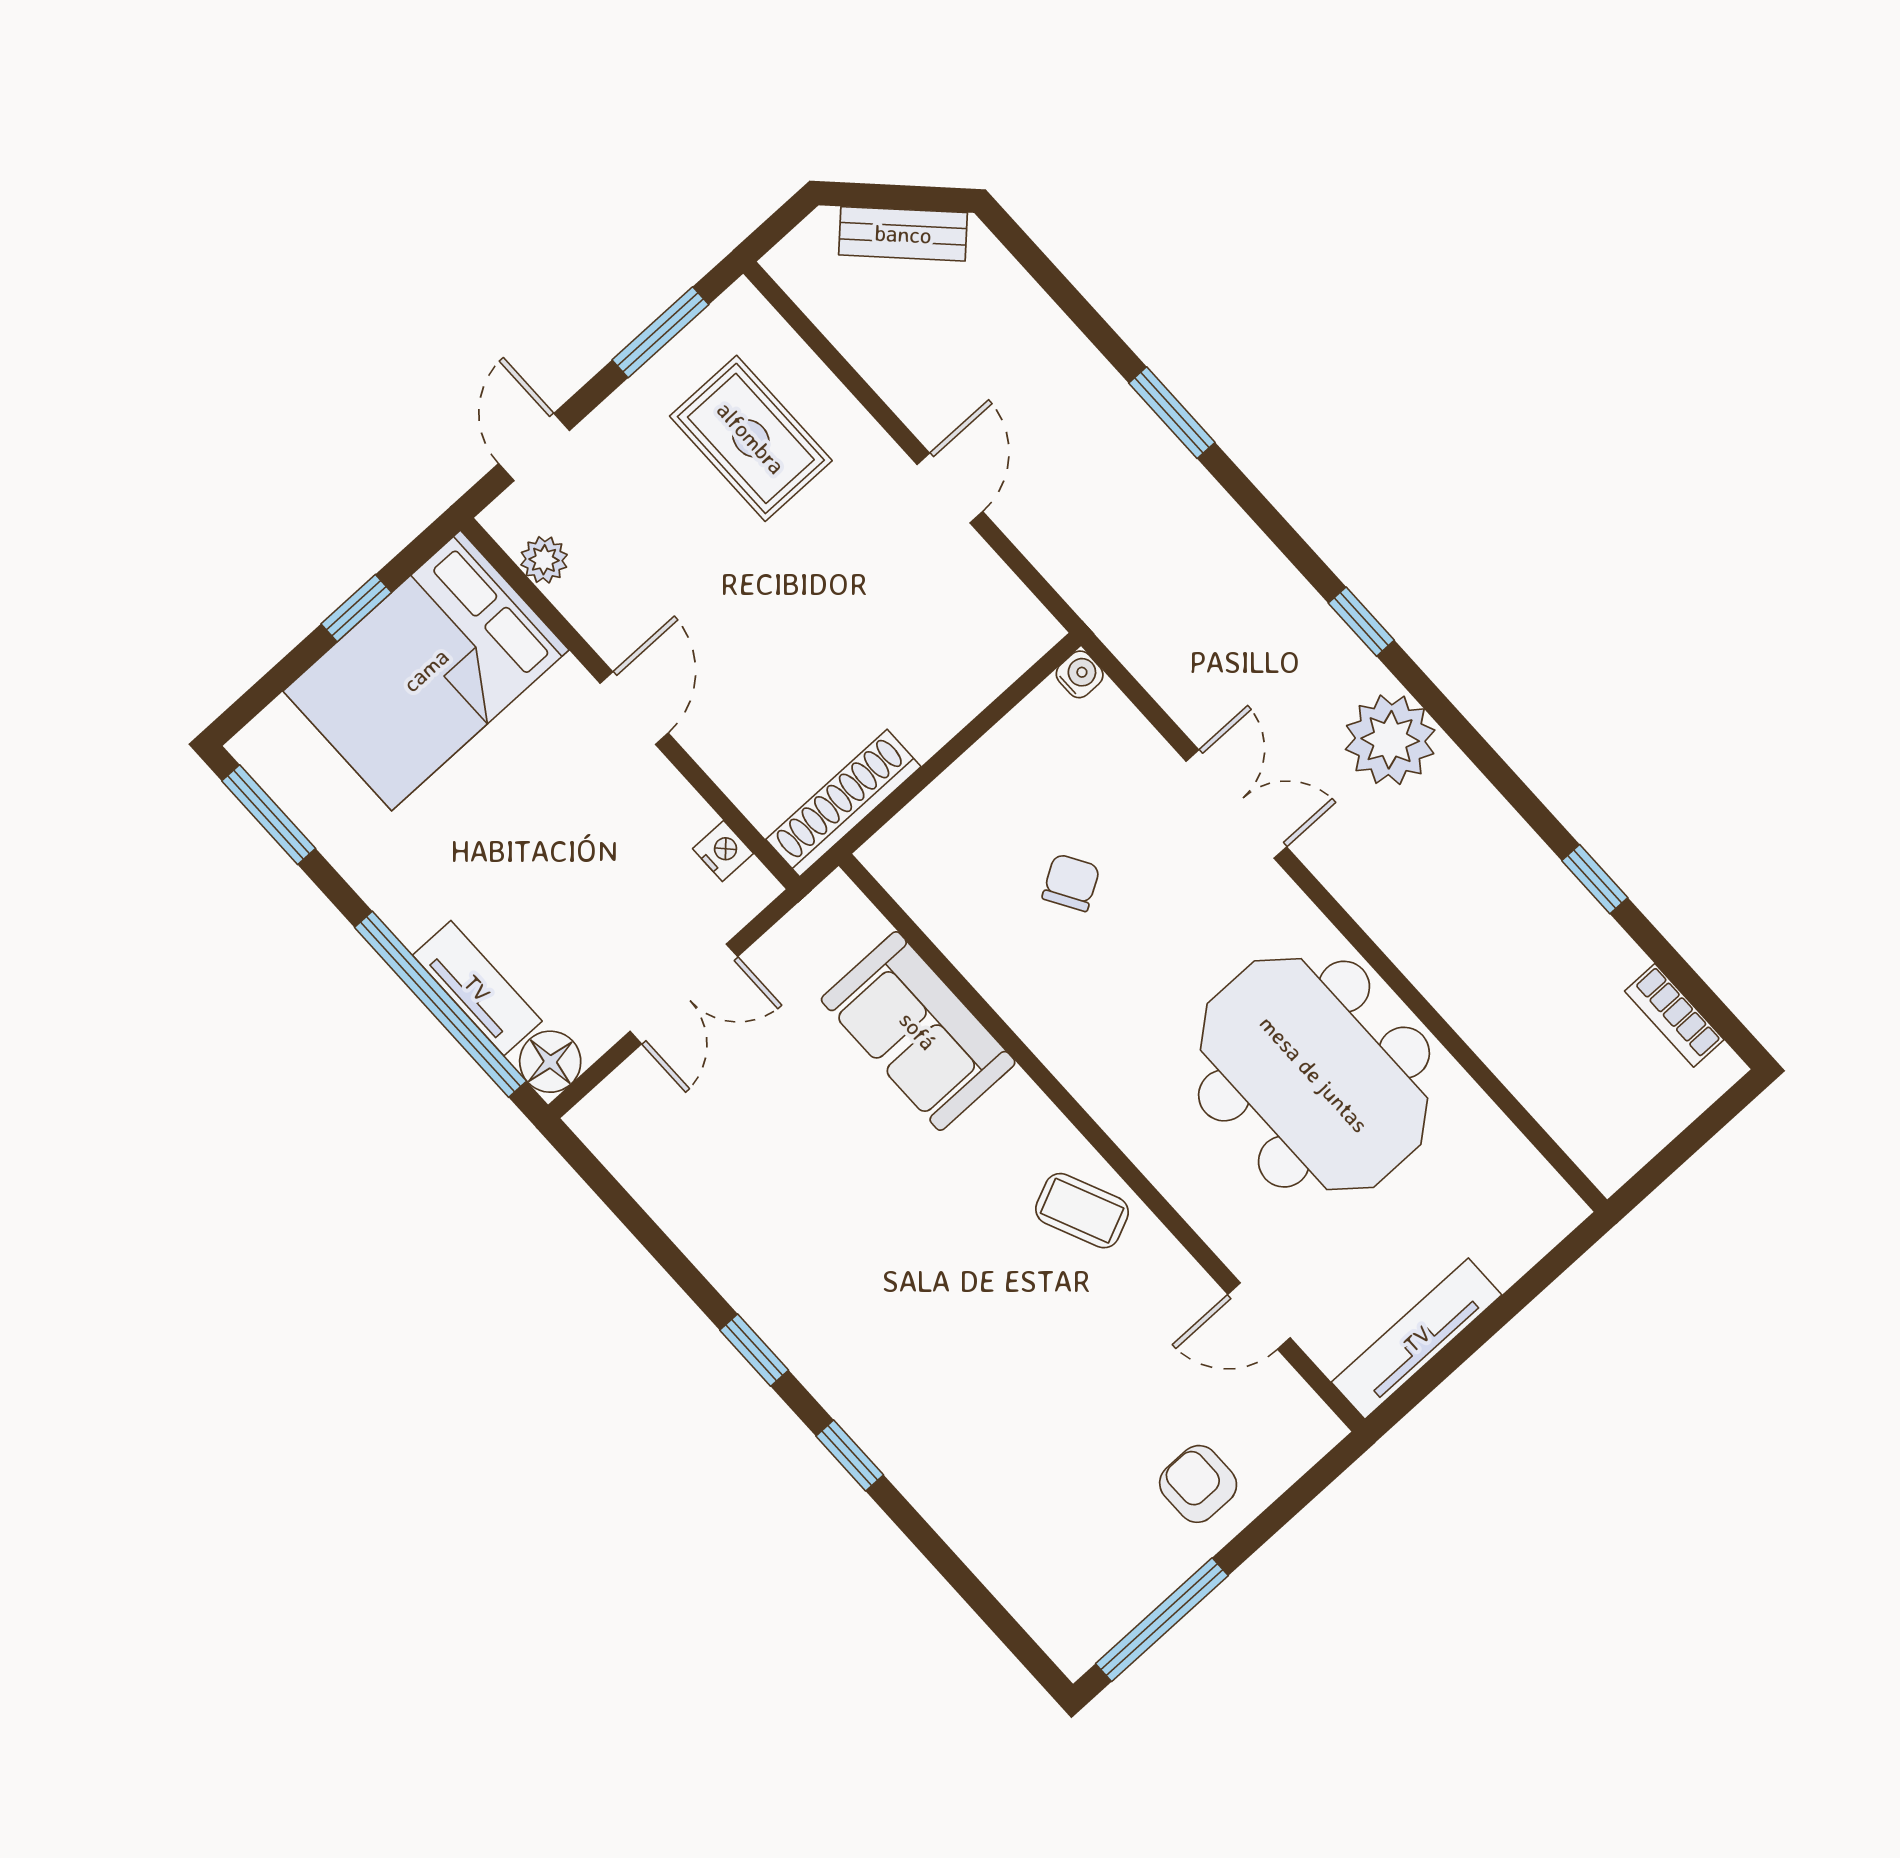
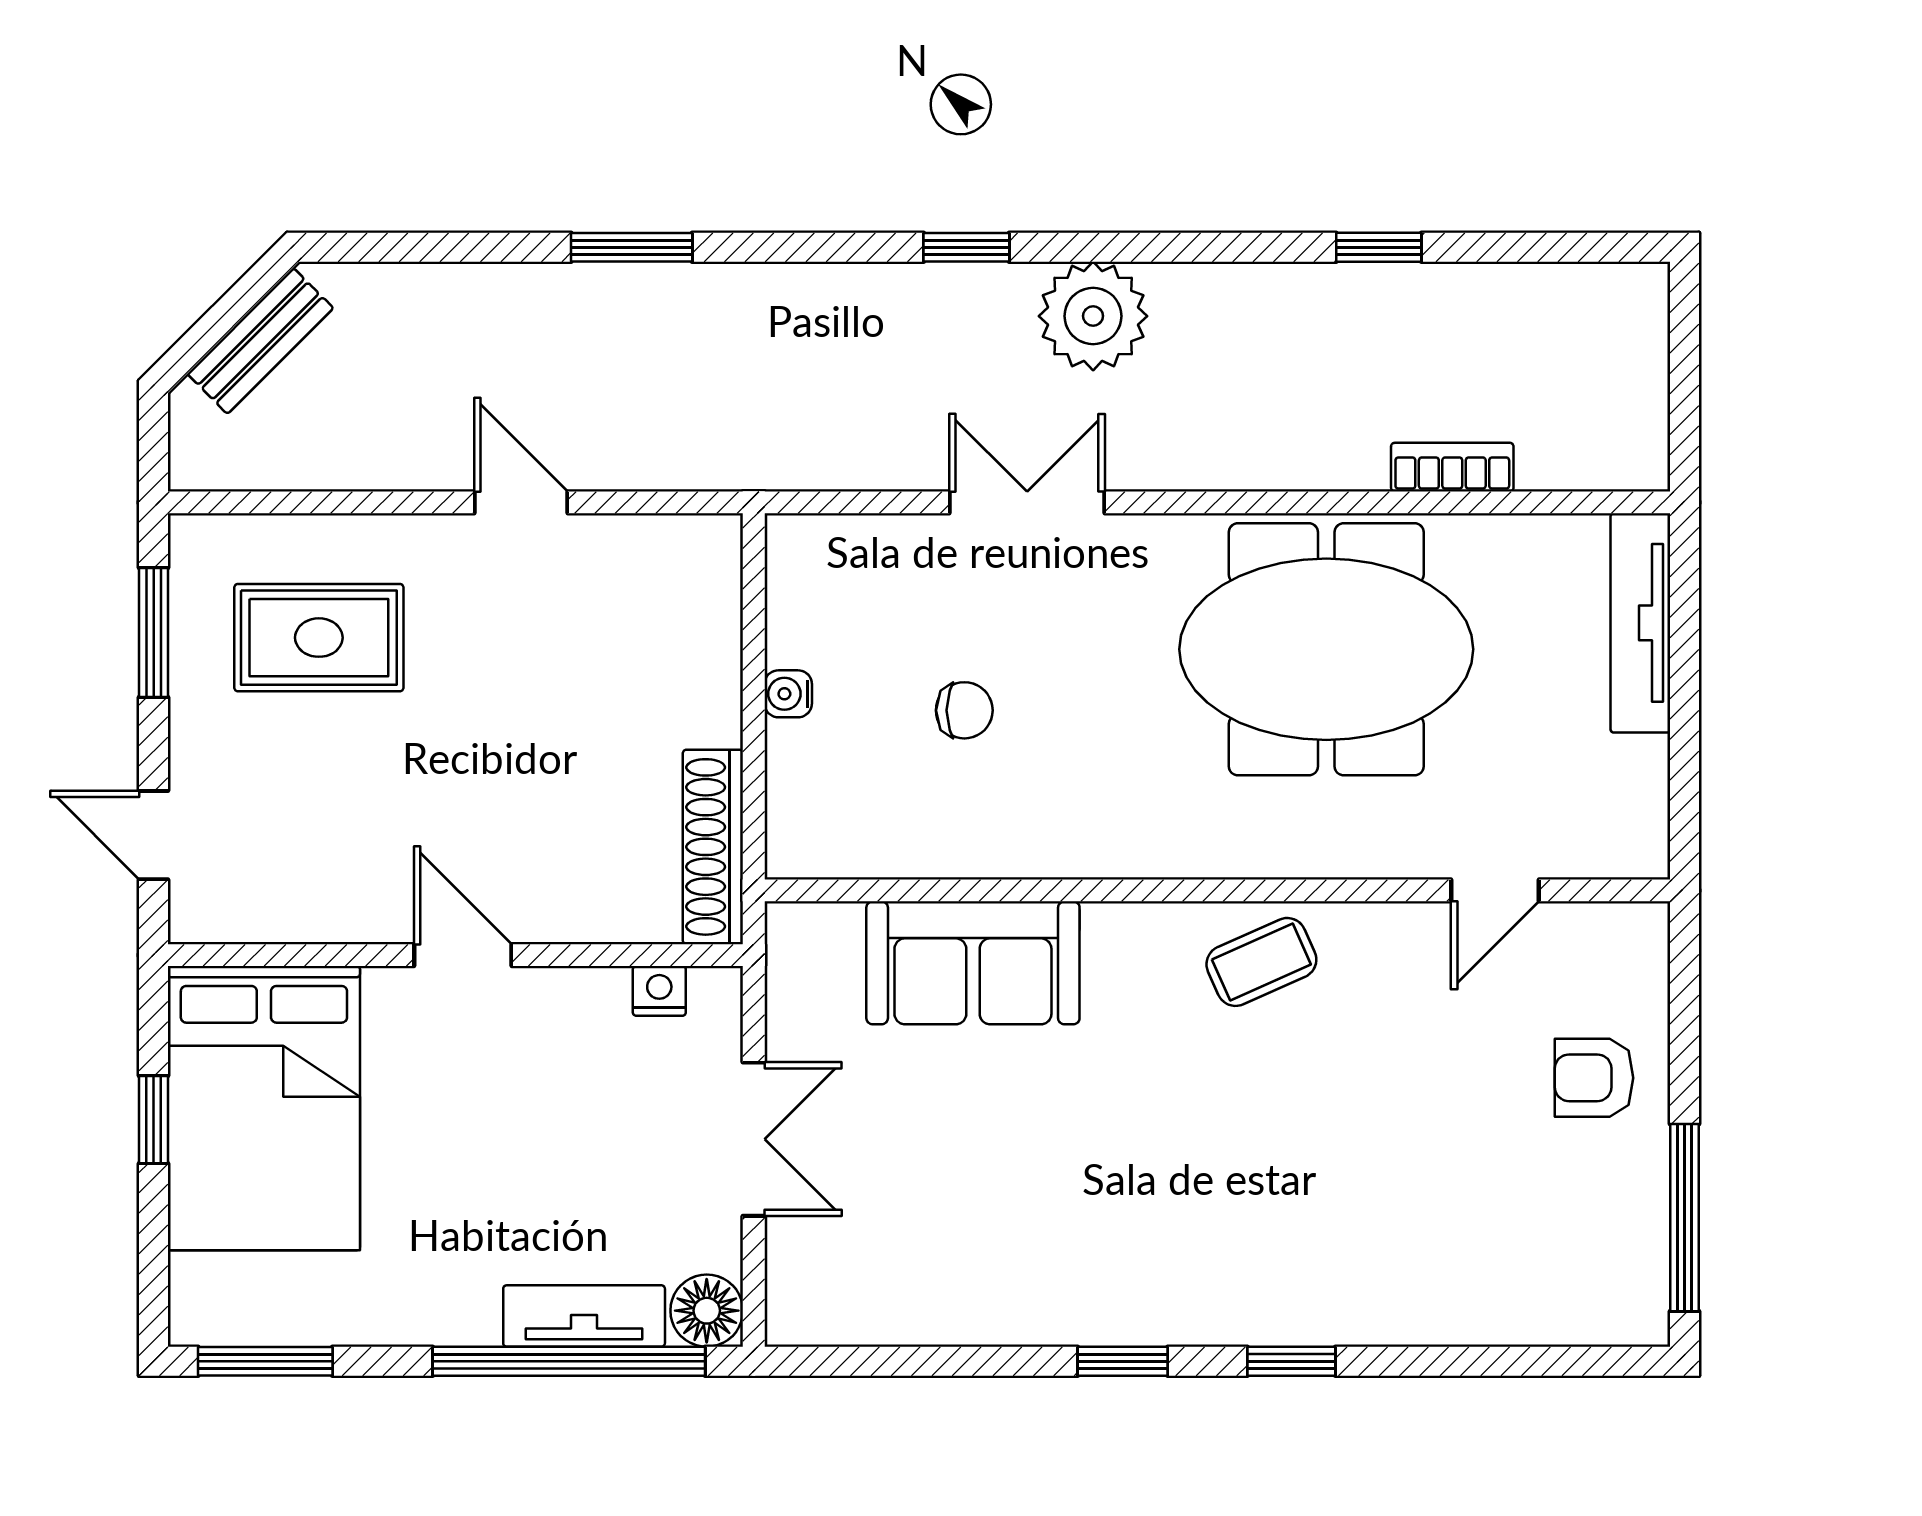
plant: (544, 560) -> (261, 916), removed
water cooler: (1080, 674) -> (788, 694), moved, turned -90
chair: (1071, 883) -> (964, 710), turned 121
bookcase: (1674, 1015) -> (1452, 467), moved, turned 180
tv unit: (1417, 1339) -> (1640, 623), moved

